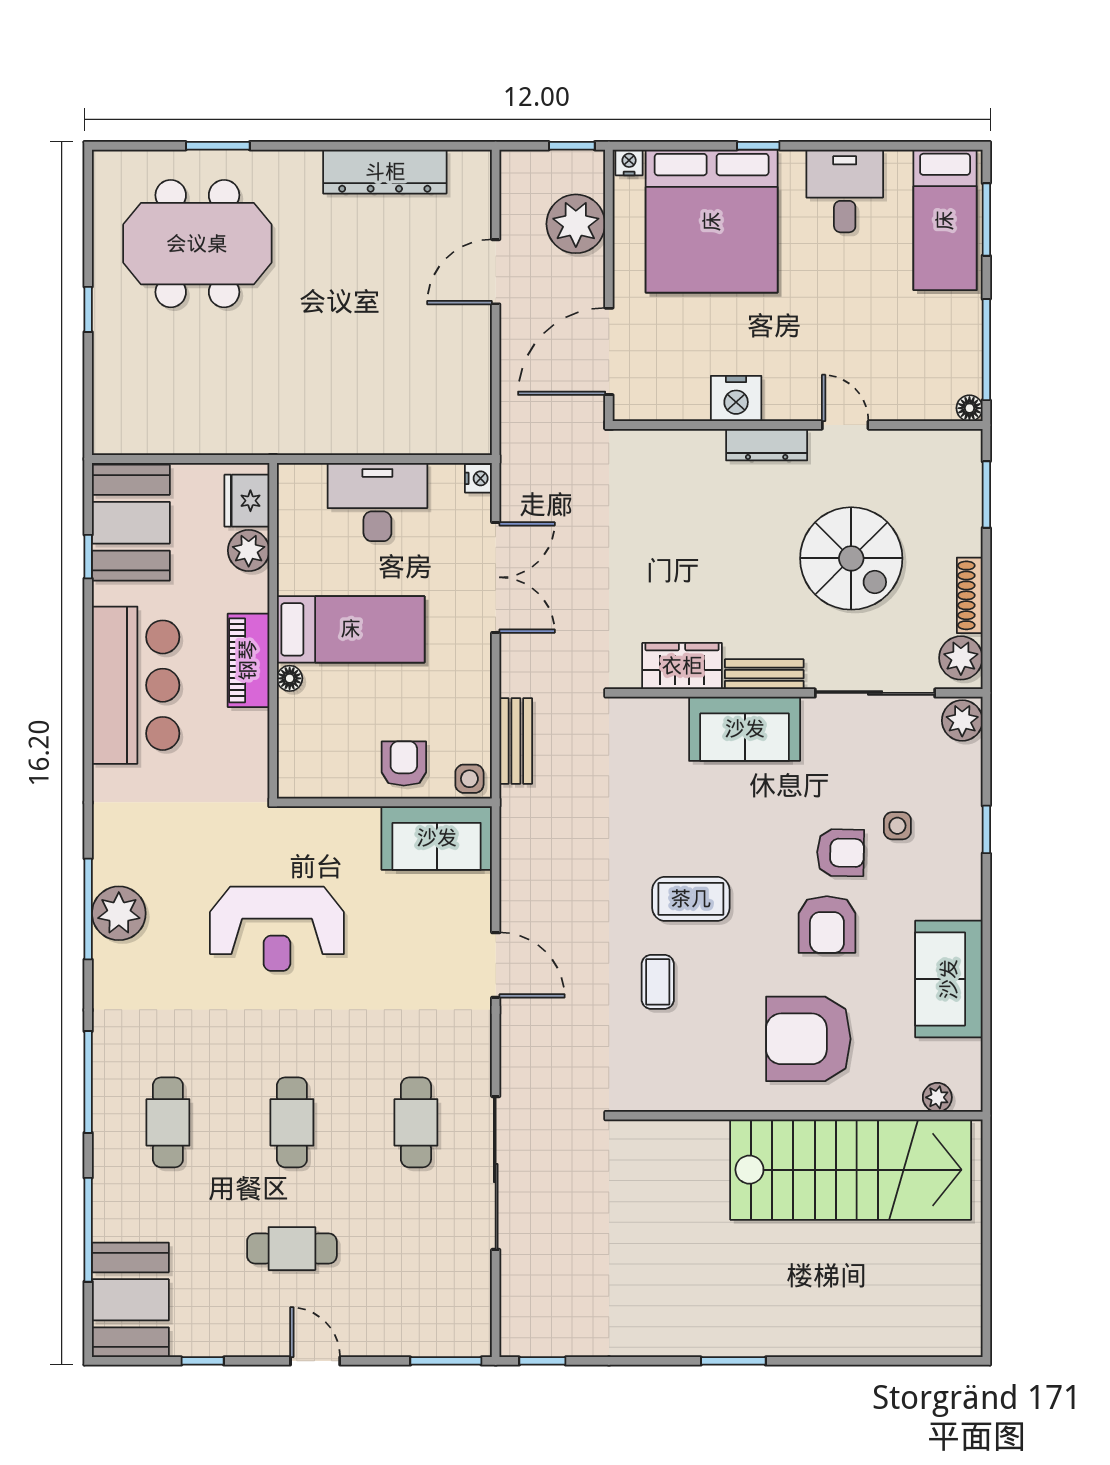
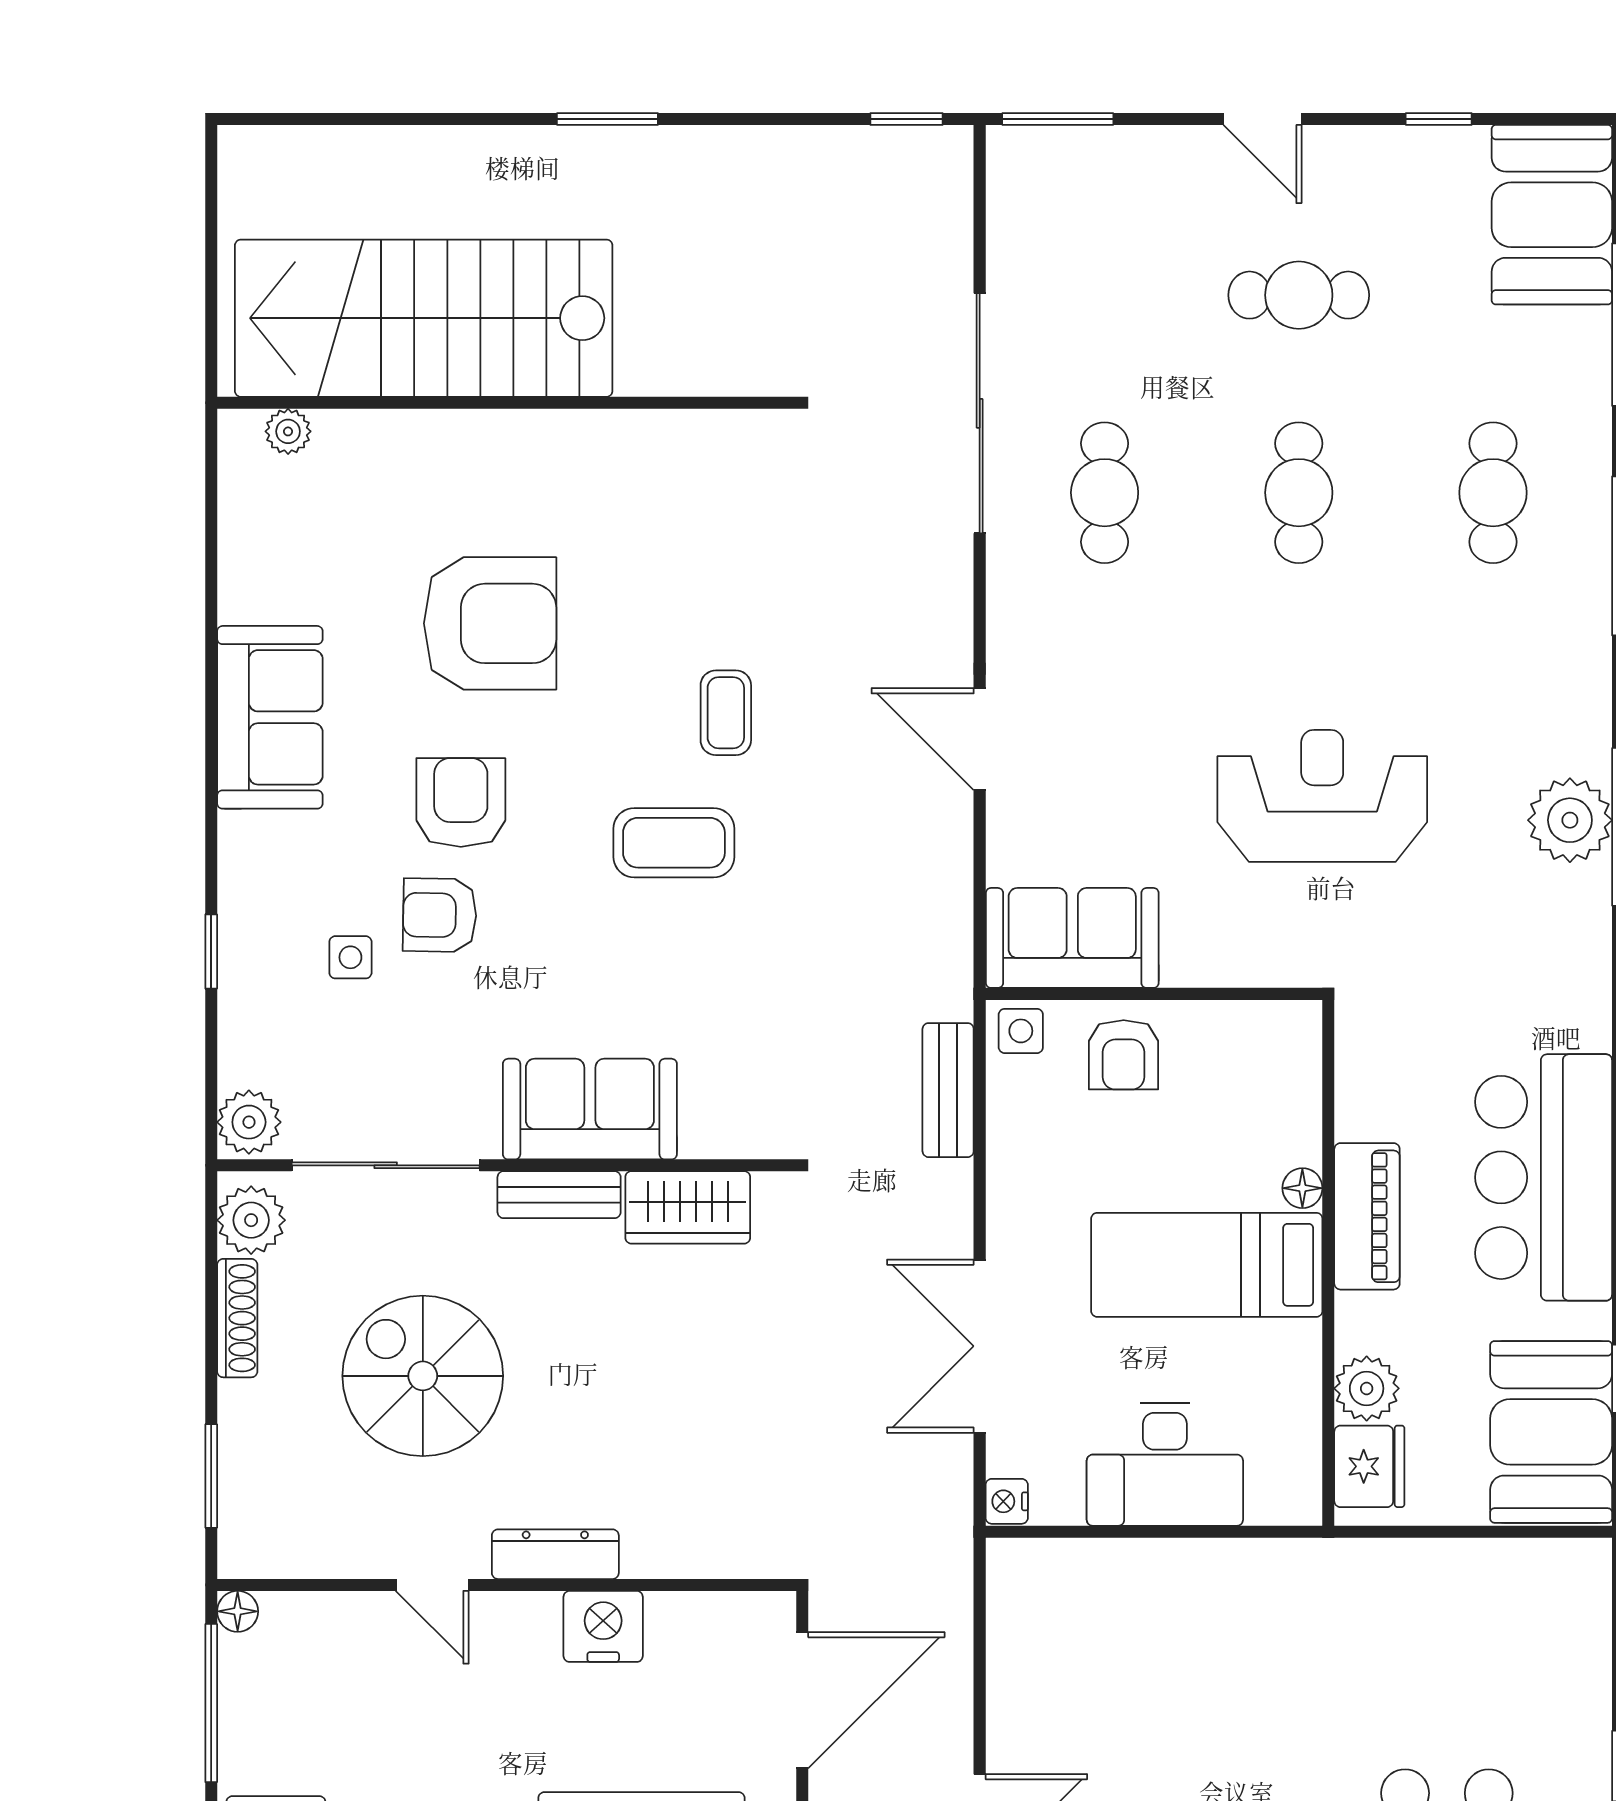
plant: (937, 1097) -> (288, 431), moved
wall: (798, 1116) -> (507, 403), moved
stairs: (851, 1170) -> (424, 318), moved

